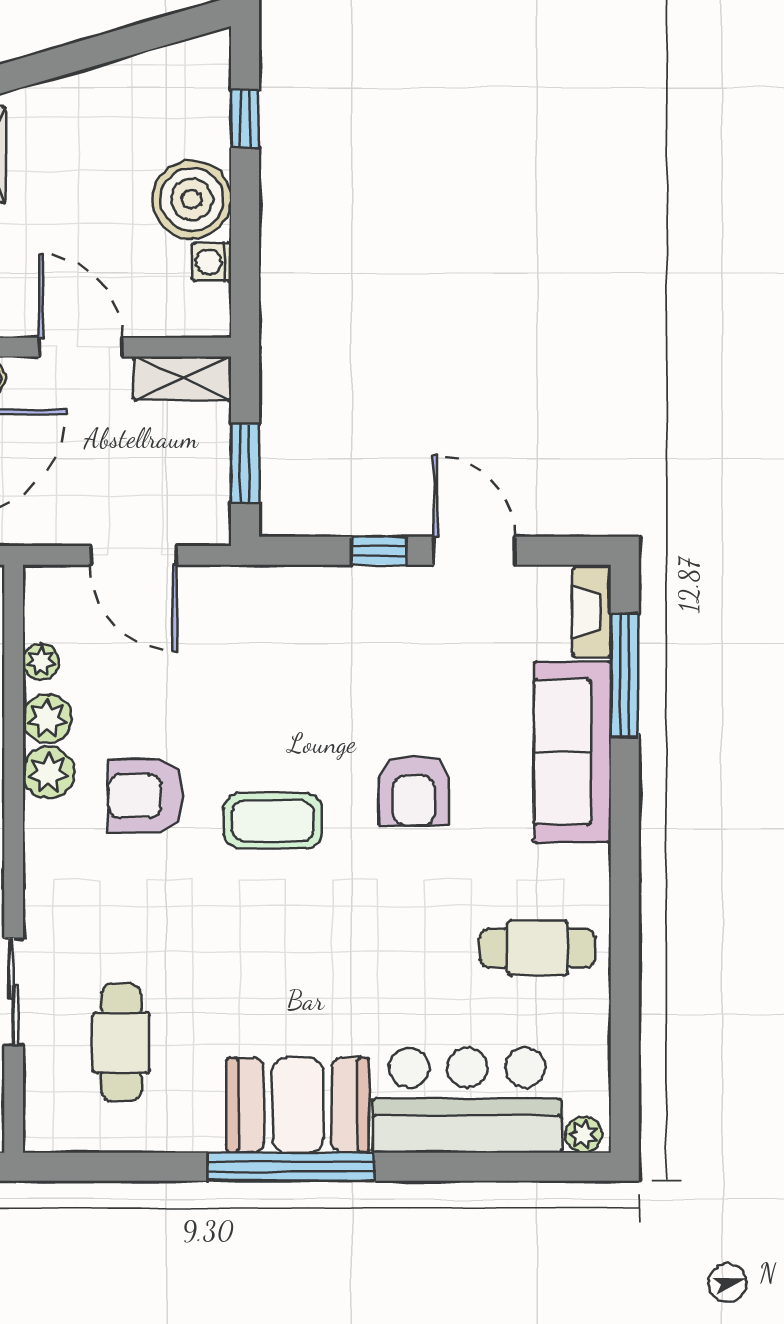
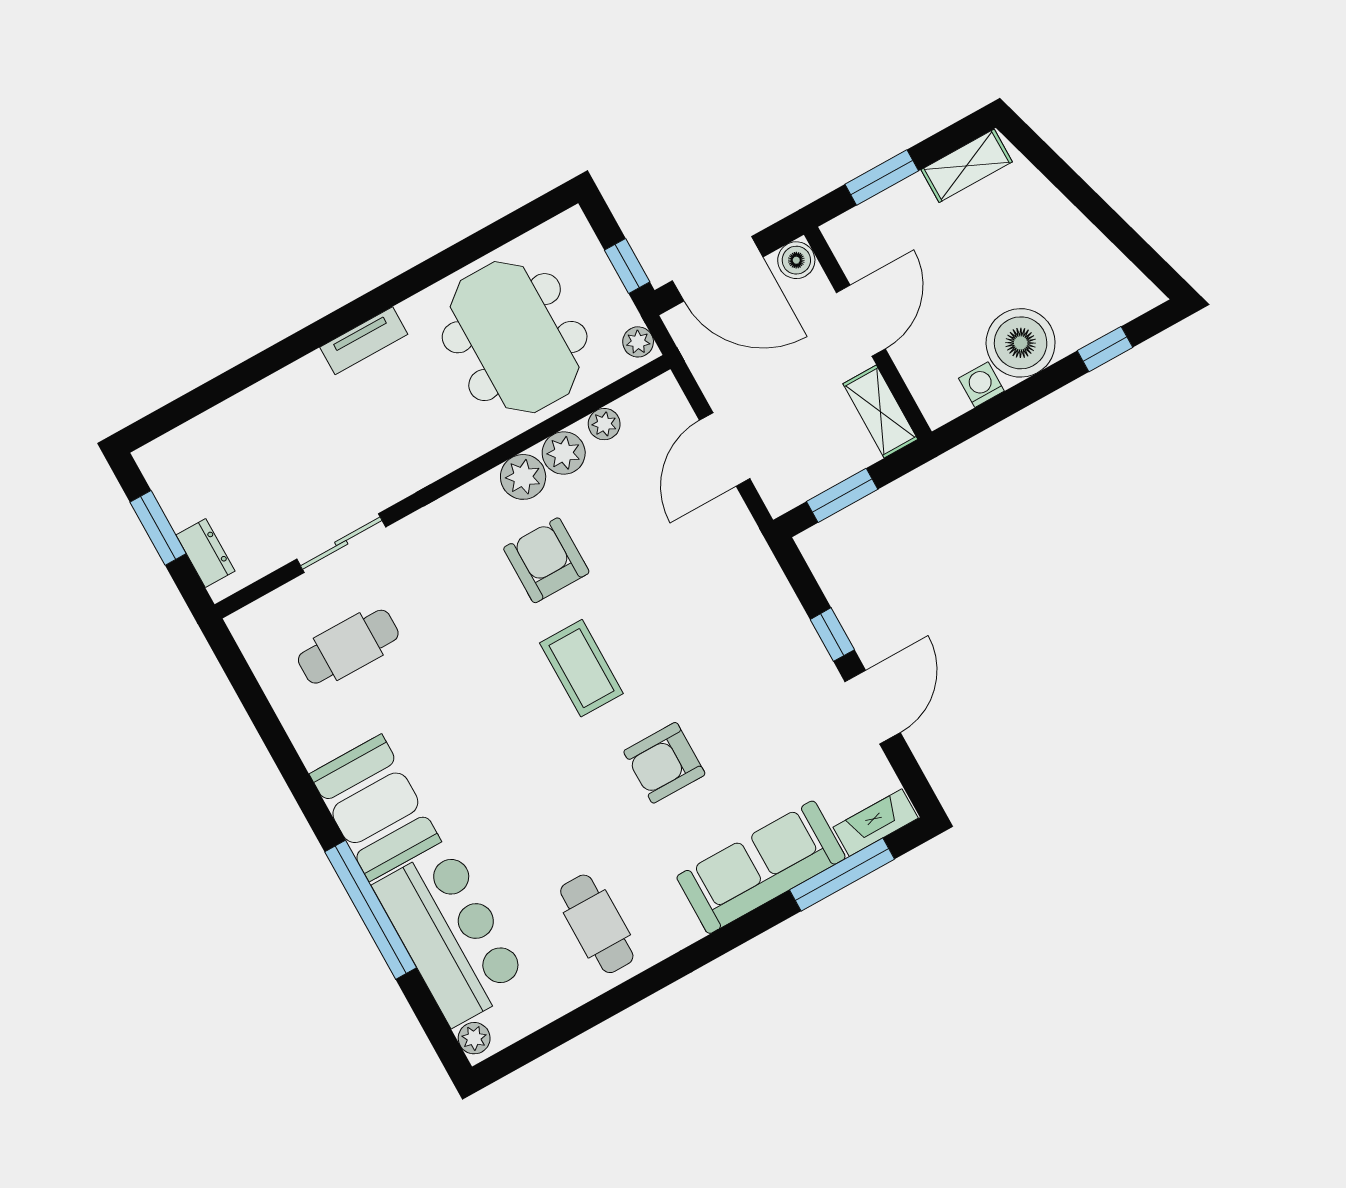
window: (291, 1167) -> (371, 910), moved

